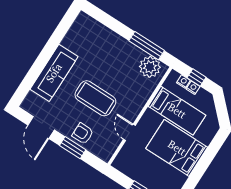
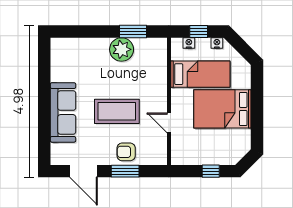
window: (147, 46) -> (133, 31), width x0.69
plant: (150, 67) -> (122, 49), moved
nightstand: (193, 88) -> (217, 43), moved

